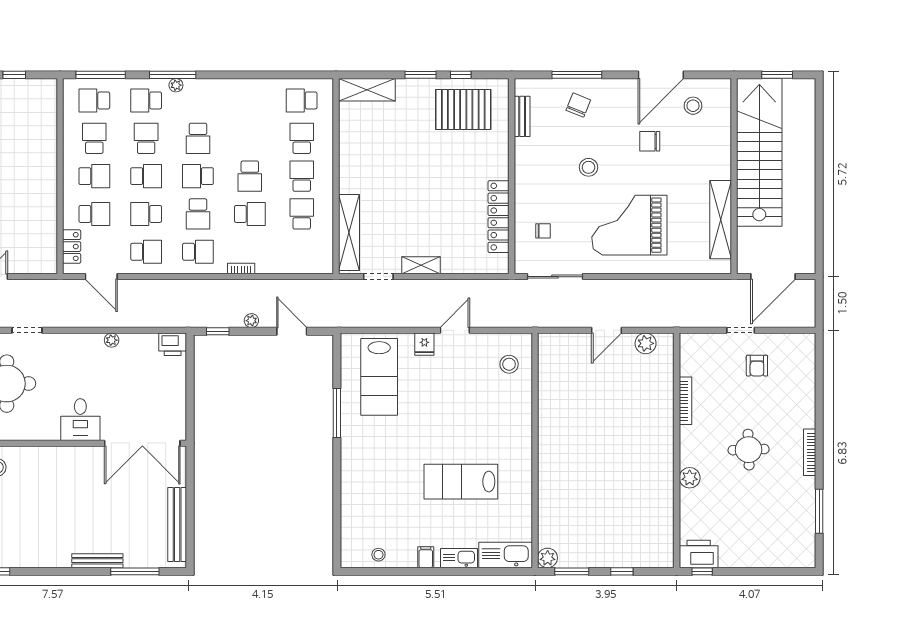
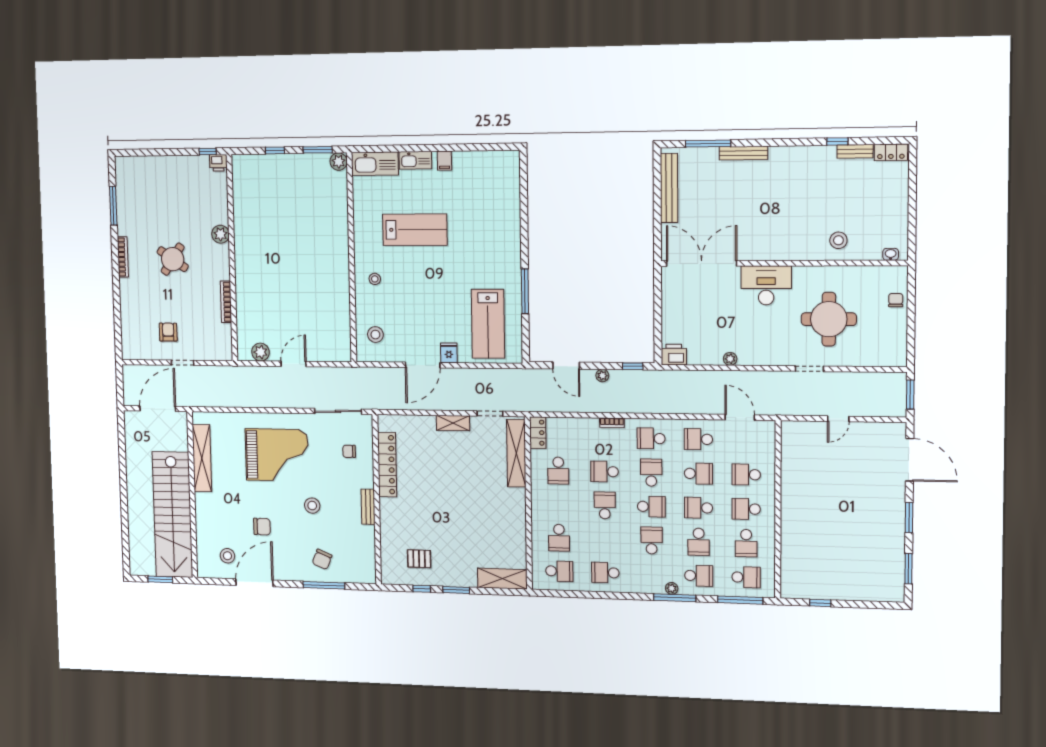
pallet: (463, 109) -> (419, 559), width x0.49, depth x0.50
bench: (522, 116) -> (368, 507), moved
school desk: (302, 176) -> (605, 573), moved, turned 90
locker: (72, 247) -> (538, 433), moved, turned 180
door: (455, 330) -> (423, 365), width x1.36
lab bench: (379, 377) -> (488, 324), turned 180
desk: (80, 420) -> (766, 285), width x1.37
round table: (749, 450) -> (173, 259), turned 36
printer: (699, 554) -> (218, 163), width x0.53, depth x0.68
stool: (378, 555) -> (375, 279), moved

